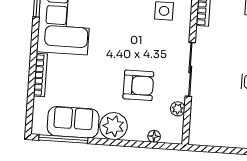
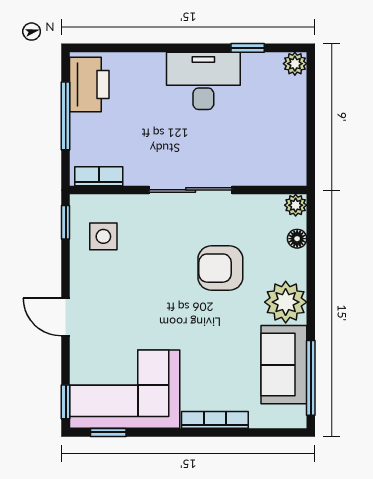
armchair: (138, 85) -> (220, 268), turned -90
plant: (178, 109) -> (296, 205), moved

